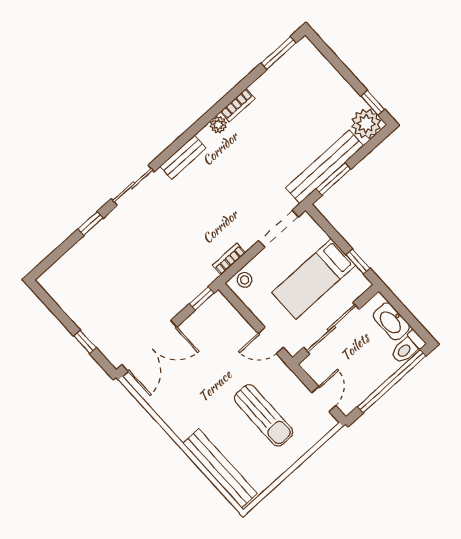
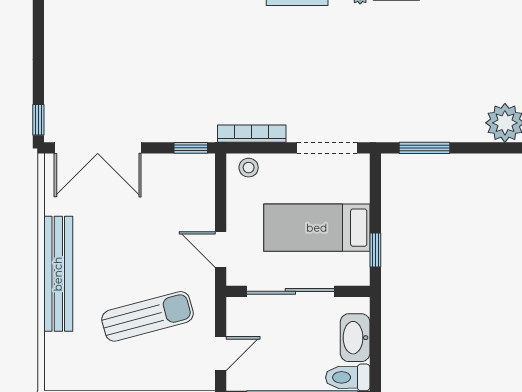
bench: (325, 167) -> (426, 128), removed
bookcase: (229, 259) -> (252, 134), width x1.56
window: (85, 342) -> (38, 120), moved
sun lounger: (264, 415) -> (148, 316), turned -105
bench: (220, 468) -> (58, 274), moved

